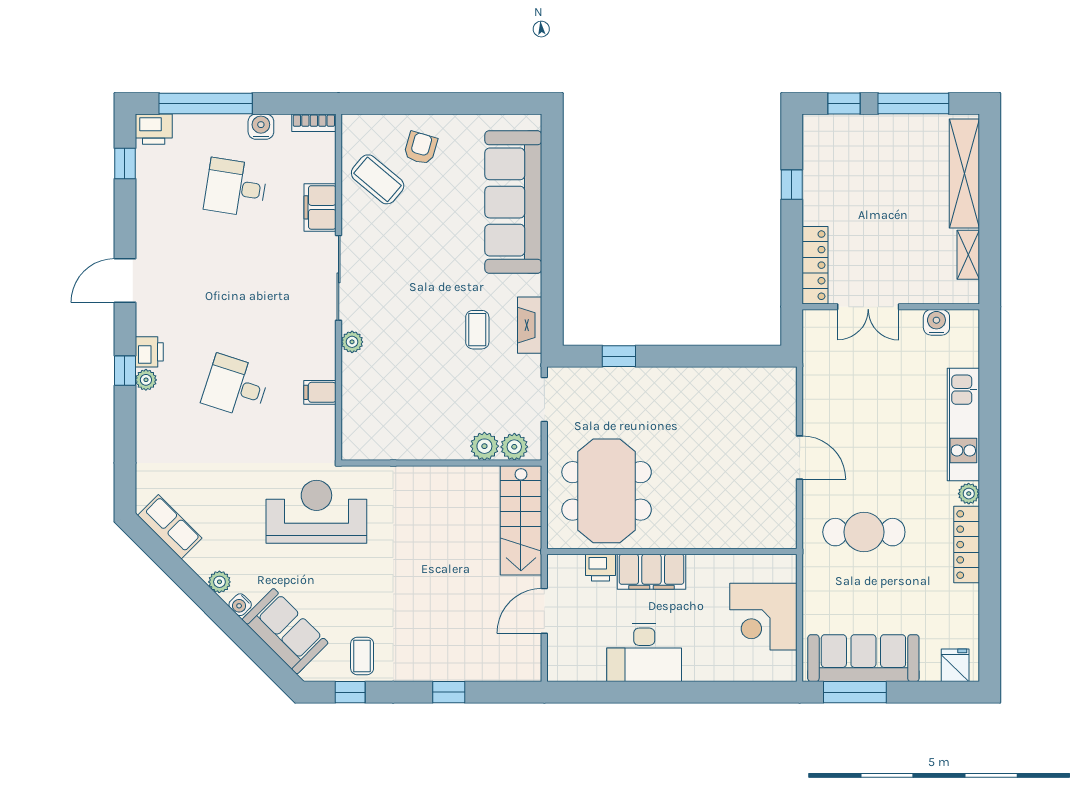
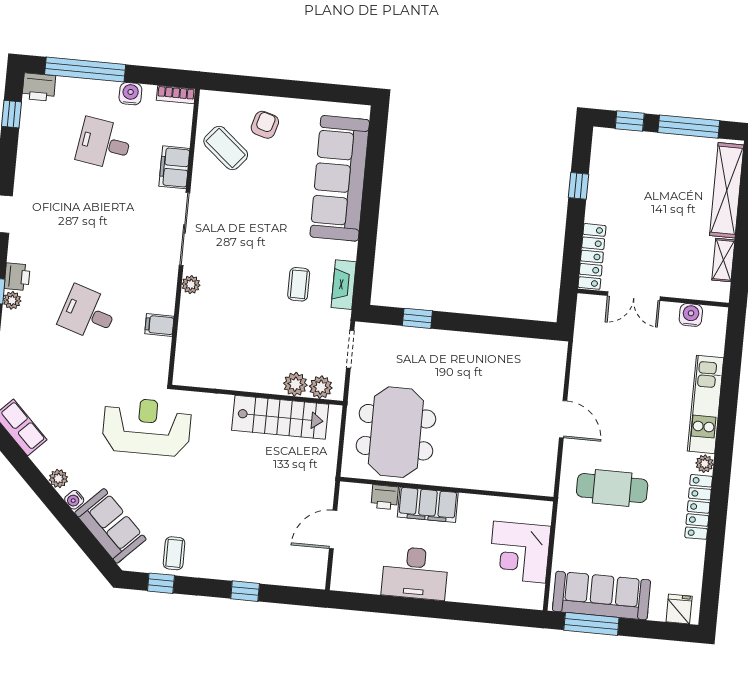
stairs: (521, 520) -> (280, 417), moved, turned -90

